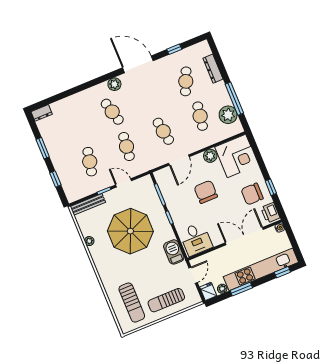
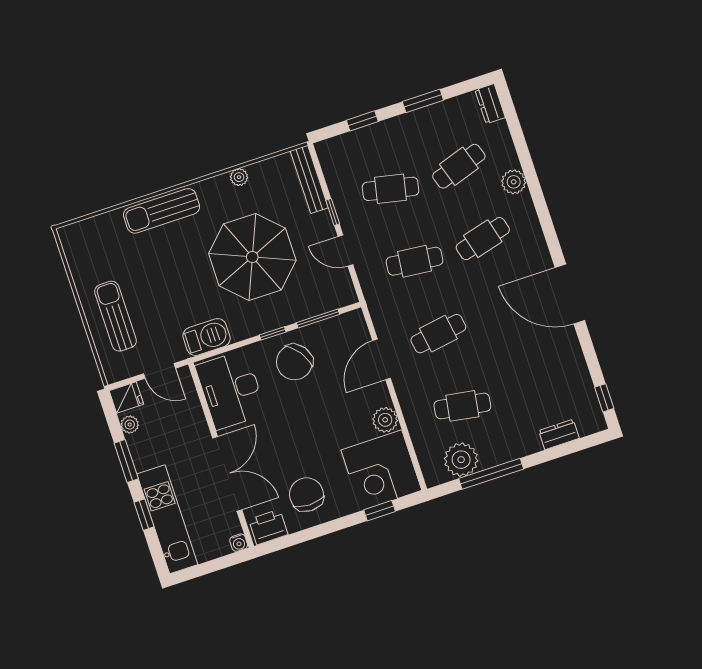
window: (174, 49) -> (604, 398), moved
door: (138, 64) -> (570, 294), swing flipped
dresser: (213, 69) -> (559, 434), width x0.70
cafe table: (186, 81) -> (459, 166), moved, turned -42
plant: (114, 84) -> (514, 182), moved
door: (179, 160) -> (381, 359), hinge flipped
door: (124, 183) -> (345, 251), swing flipped
window: (271, 187) -> (380, 511), moved
chair: (206, 192) -> (294, 362), moved, turned 145
desk: (196, 239) -> (231, 390), width x1.37
kitchen unit: (261, 269) -> (167, 519), width x0.73
window: (282, 272) -> (144, 515), moved
sun lounger: (132, 303) -> (162, 211), moved

